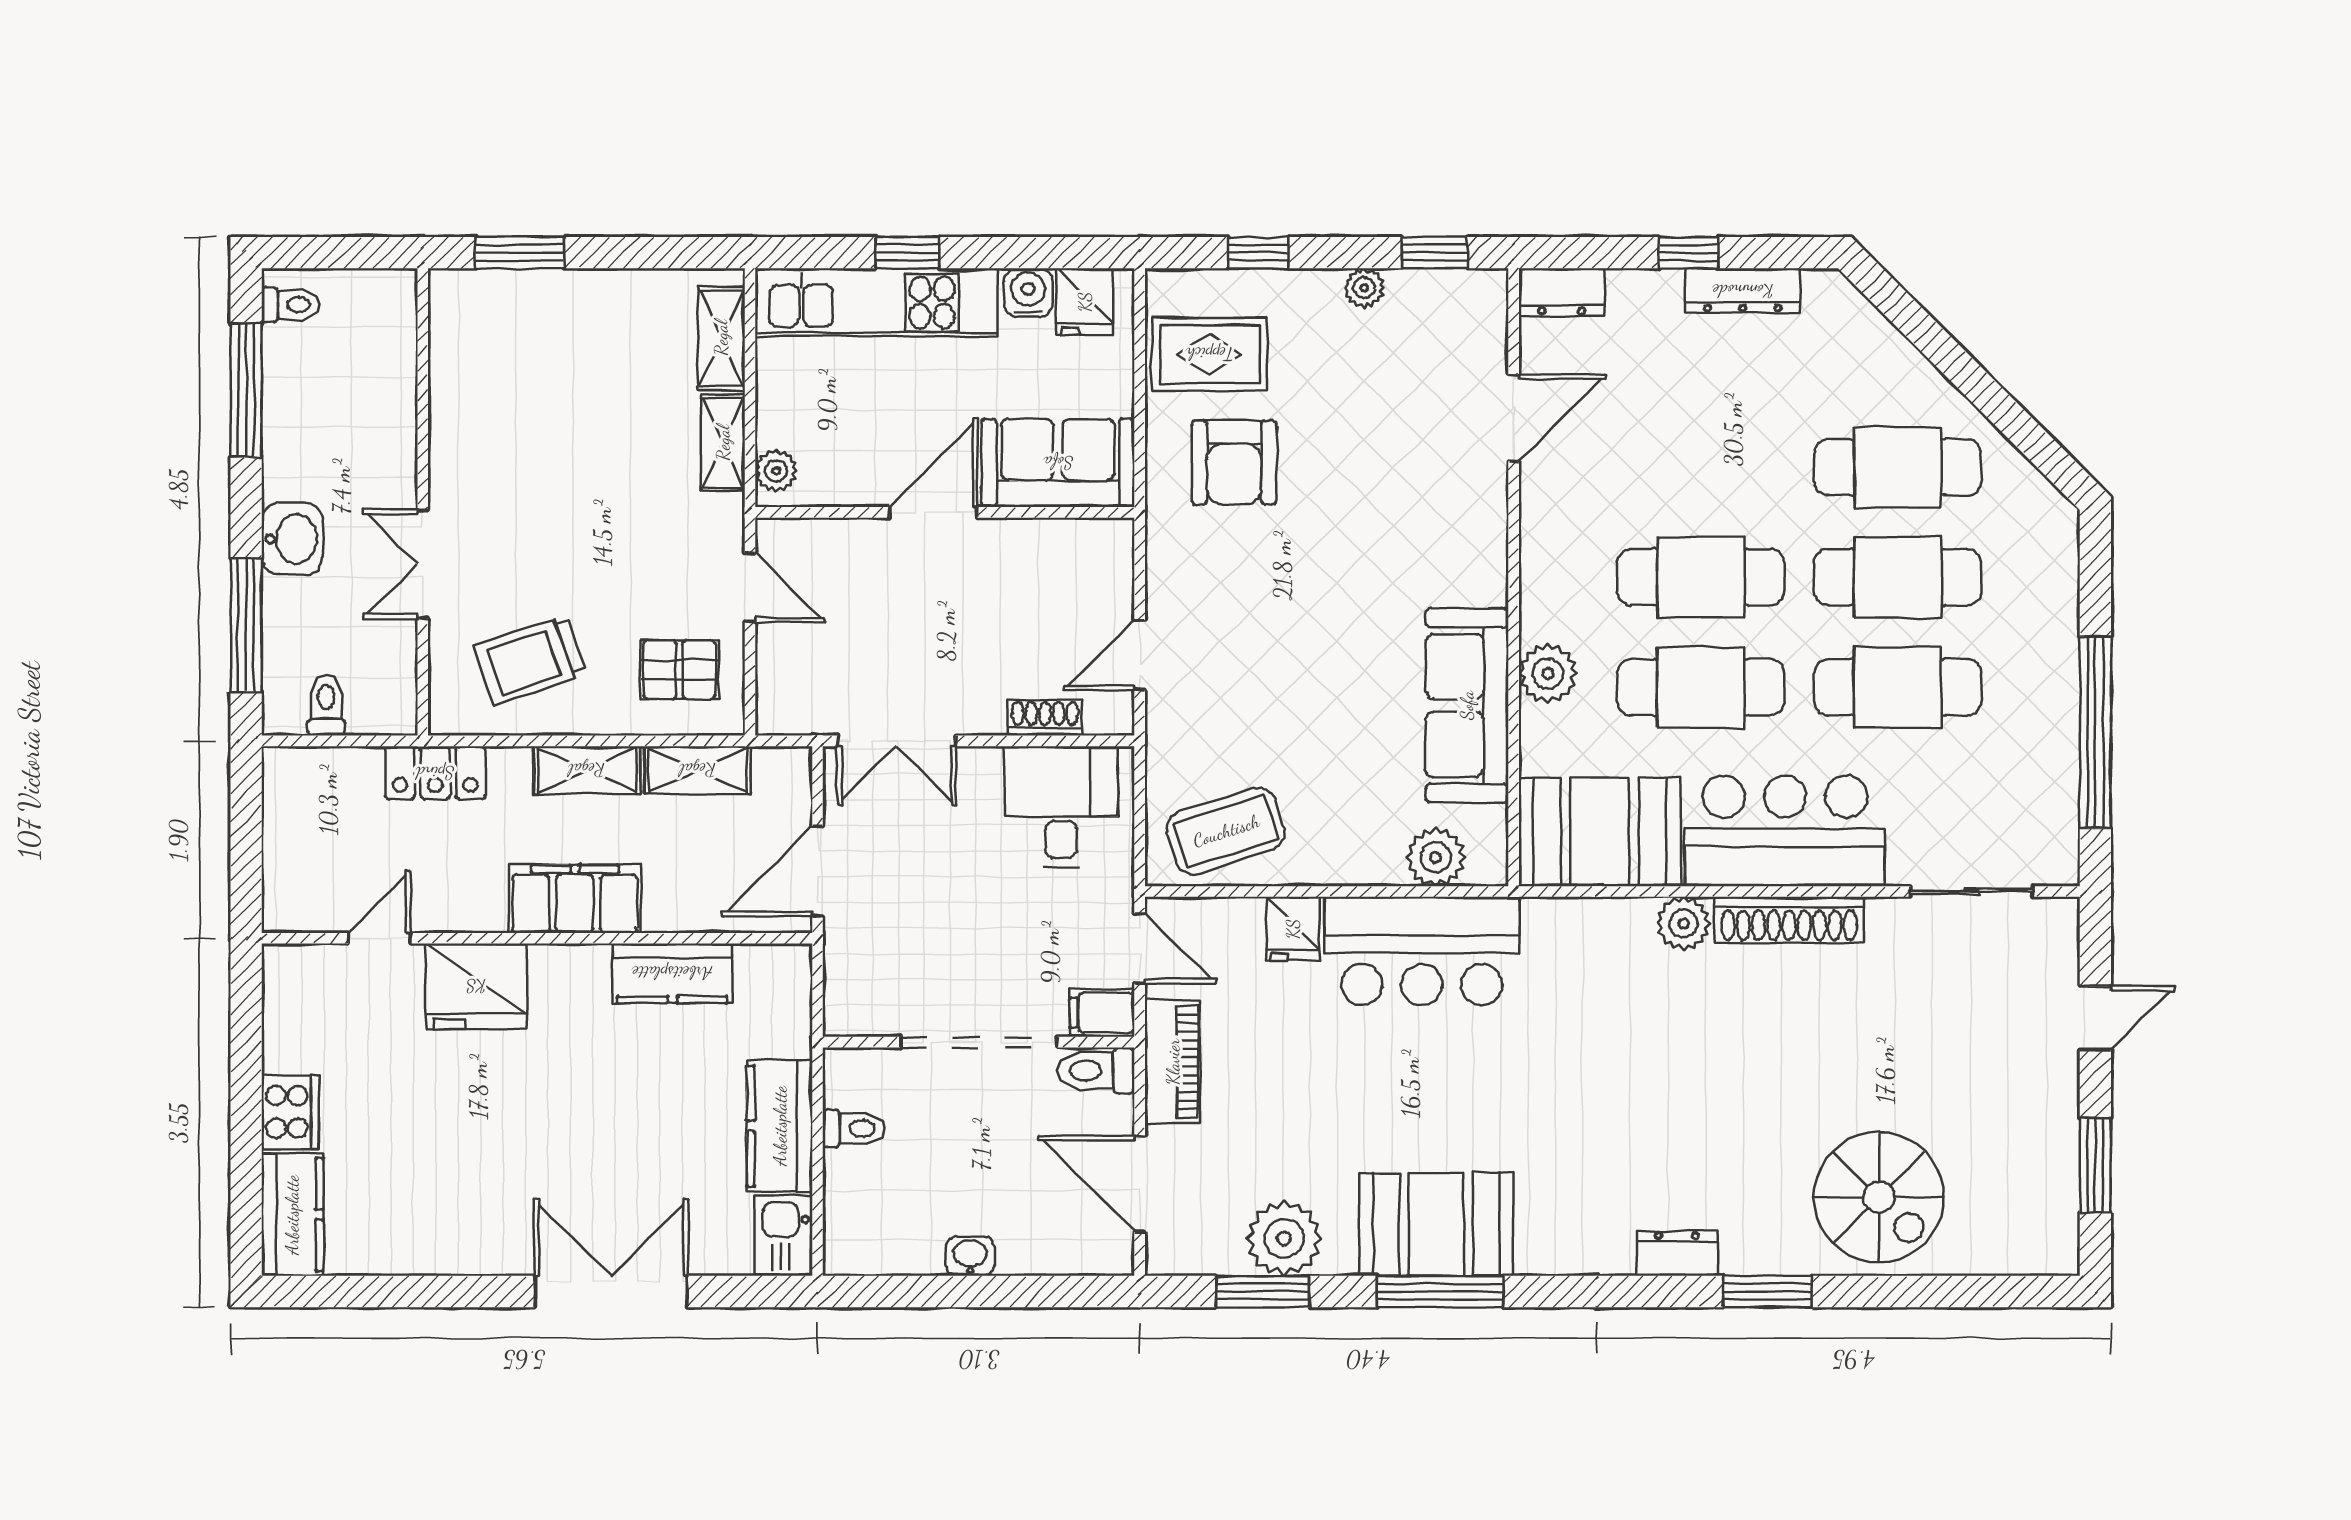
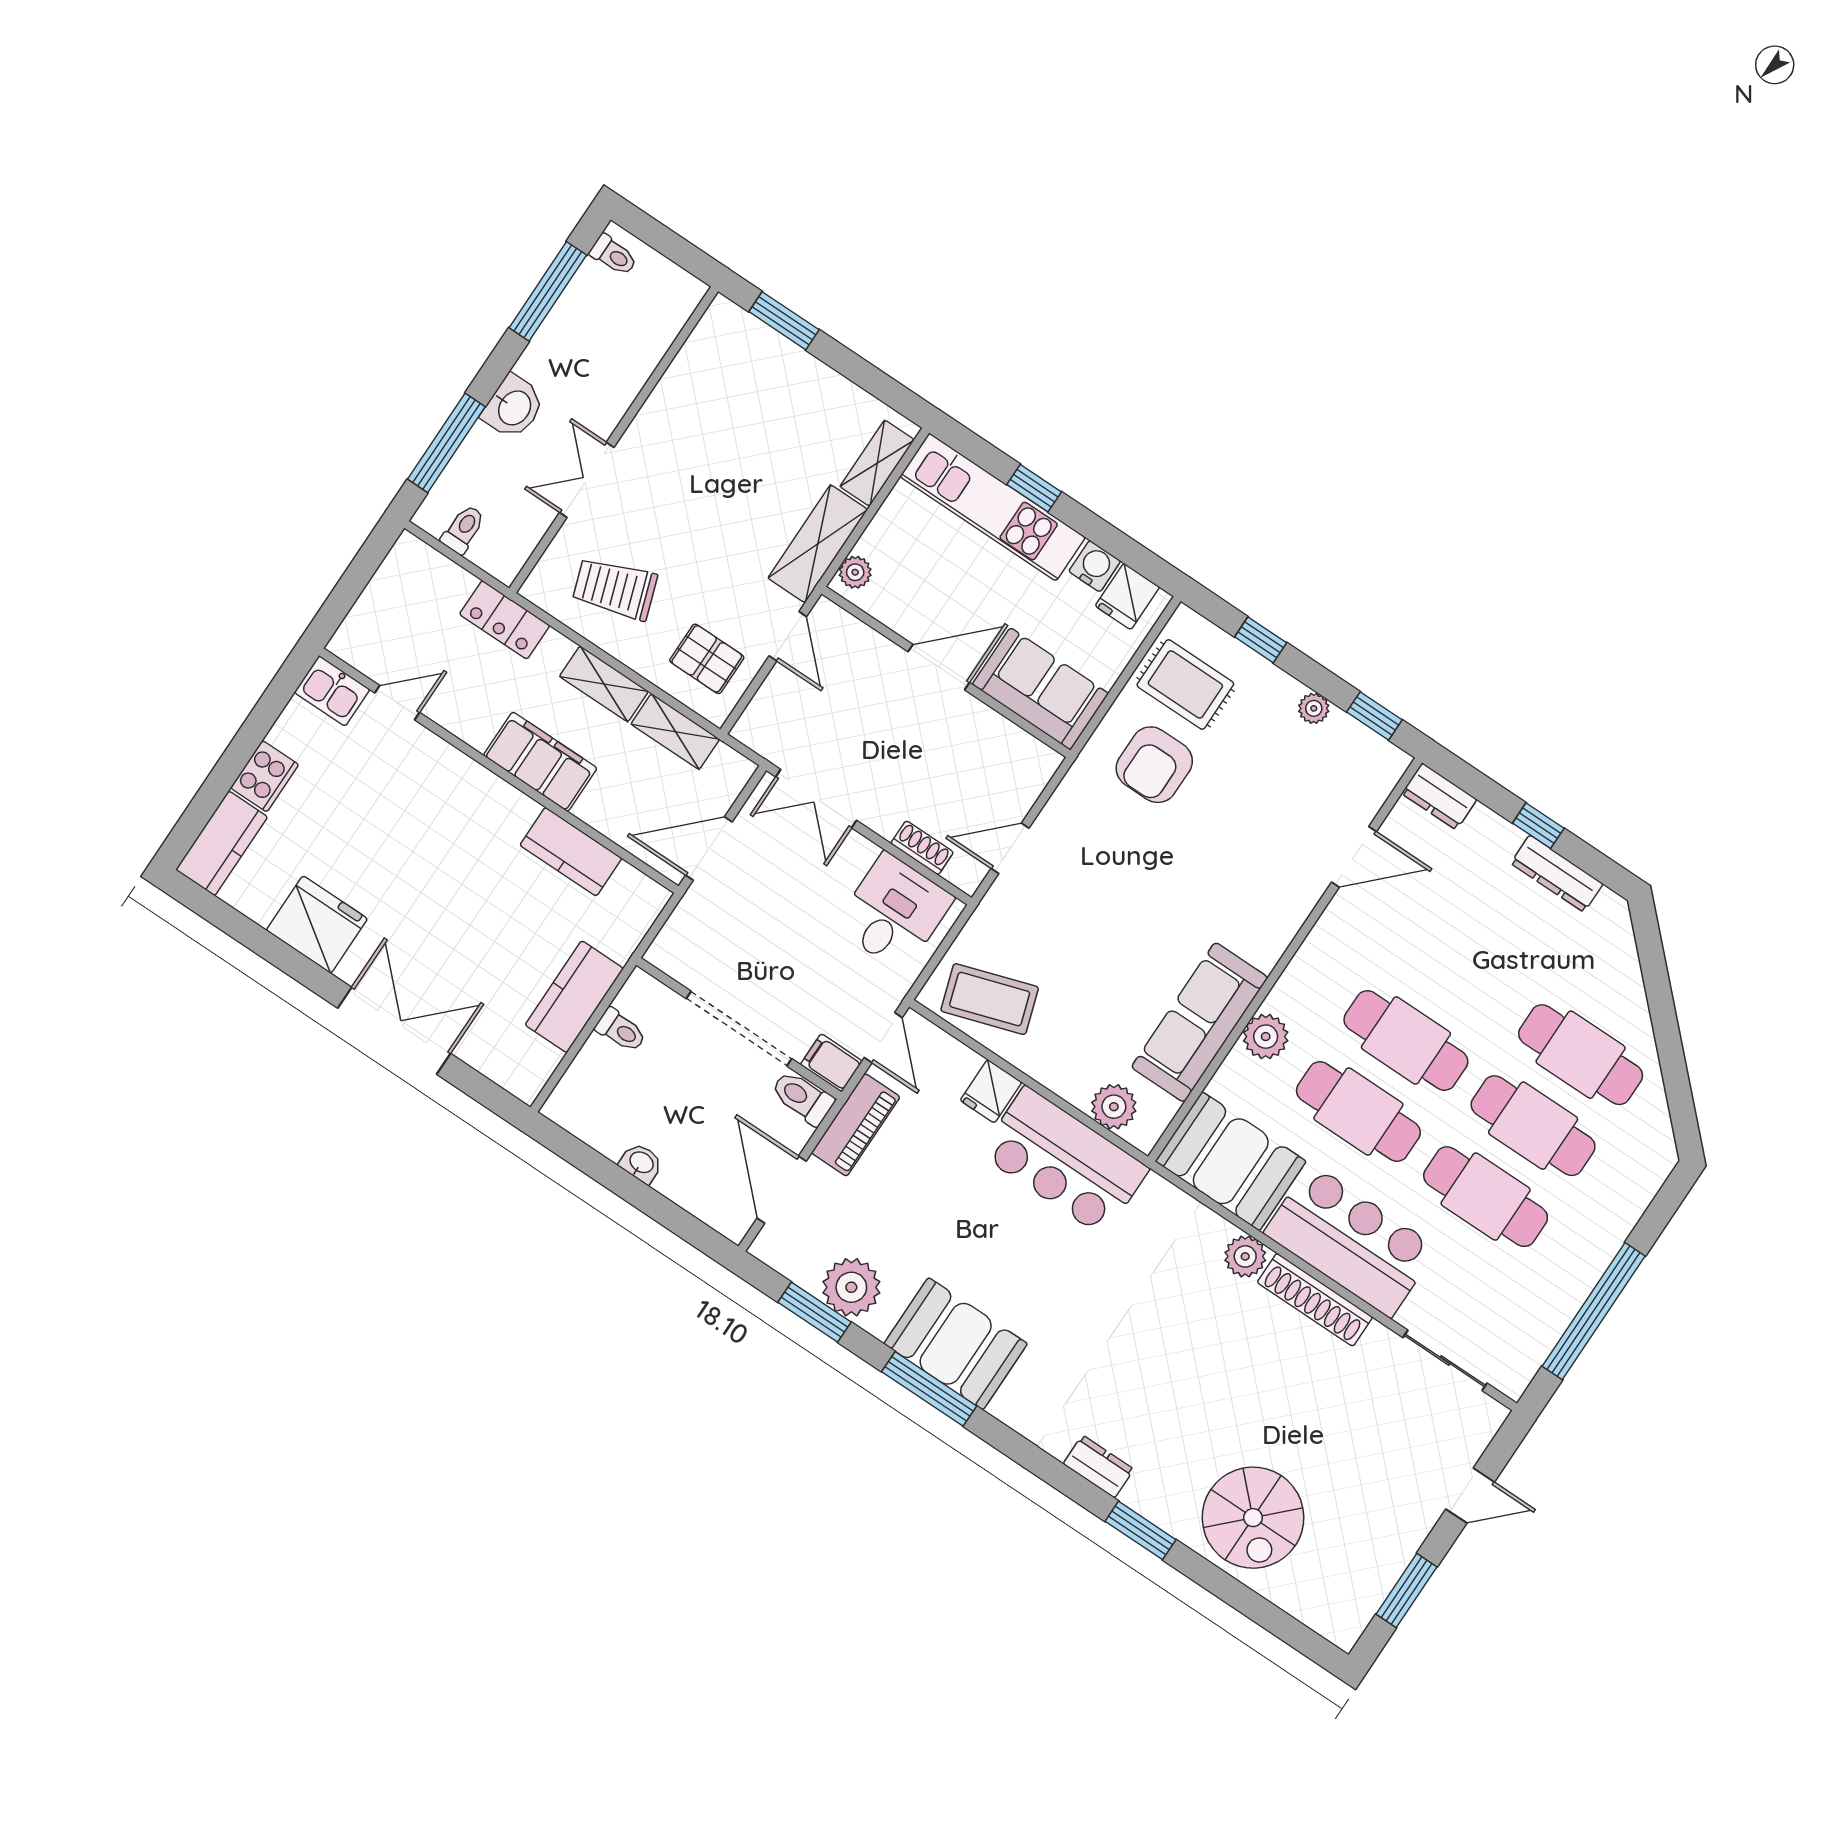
shelving: (723, 443) -> (818, 544), width x1.50, depth x1.33
fridge: (476, 986) -> (317, 925), moved, turned 180
kitchen sink: (784, 1236) -> (332, 691), moved, turned -90

